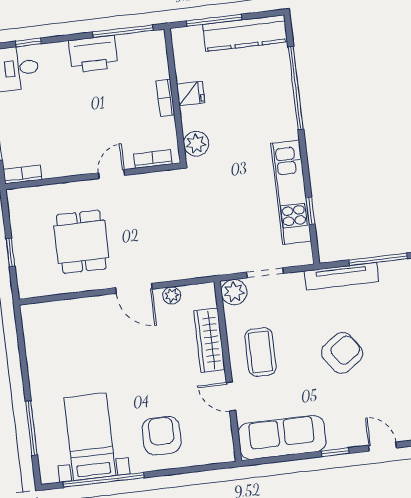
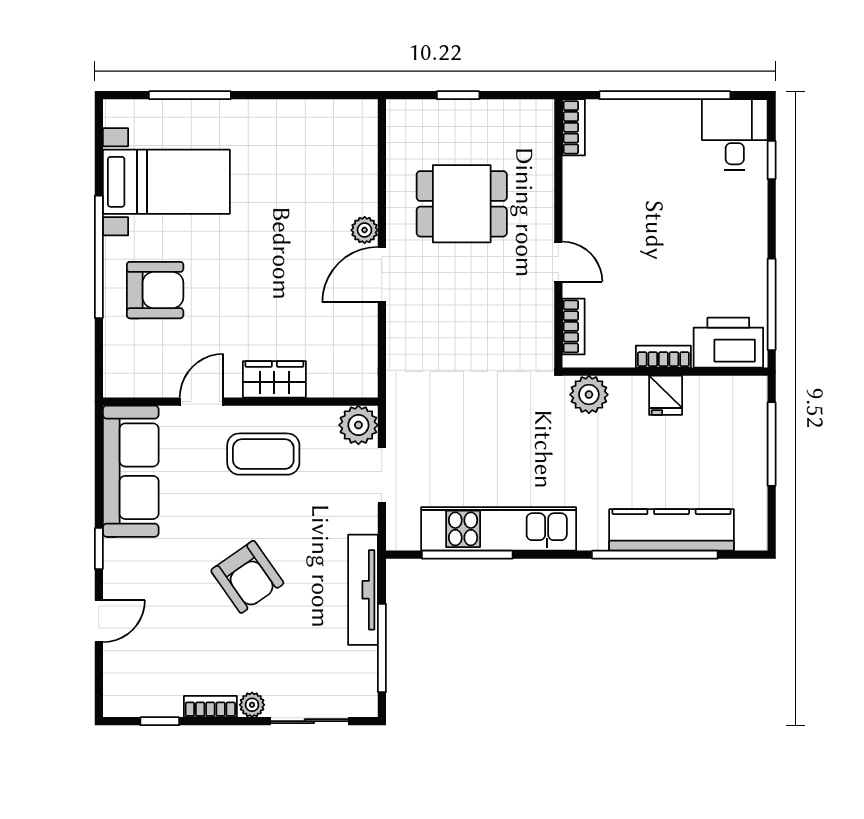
kitchen counter: (245, 33) -> (672, 530), moved, turned 90
printer: (93, 54) -> (728, 343), moved, turned 90
window: (310, 211) -> (467, 555), width x2.17
plant: (172, 295) -> (365, 230), moved
wardrobe: (209, 340) -> (274, 379), width x0.67
window: (103, 480) -> (99, 257), moved

